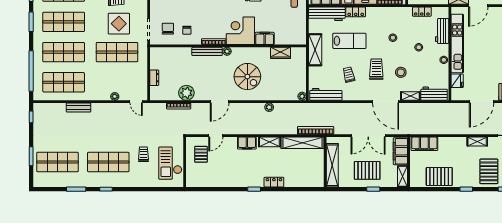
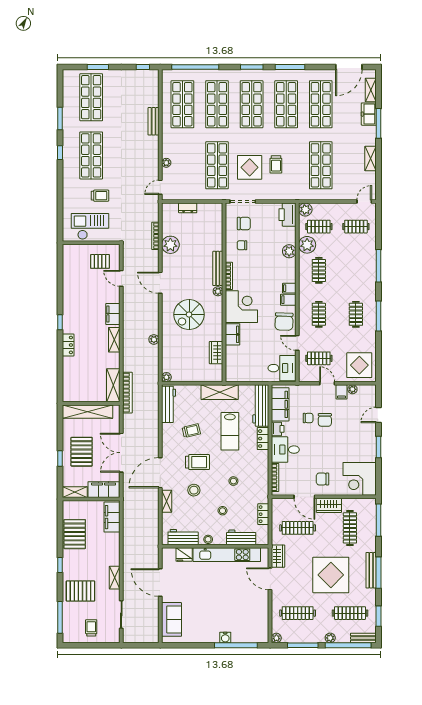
workbench: (434, 94) -> (183, 537), moved, turned -90
shelving: (302, 143) -> (113, 385), width x0.68

